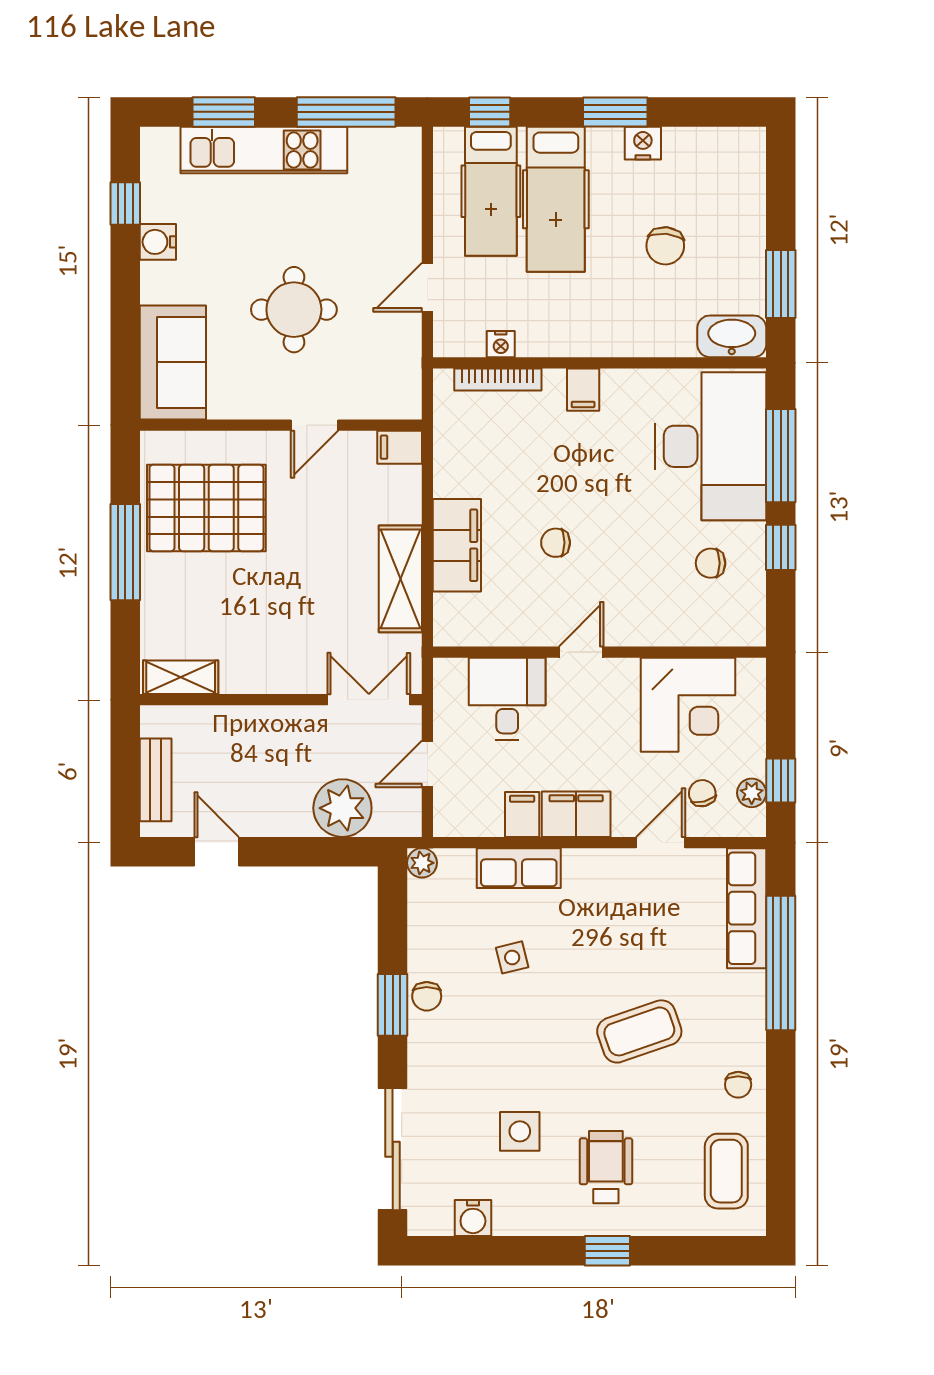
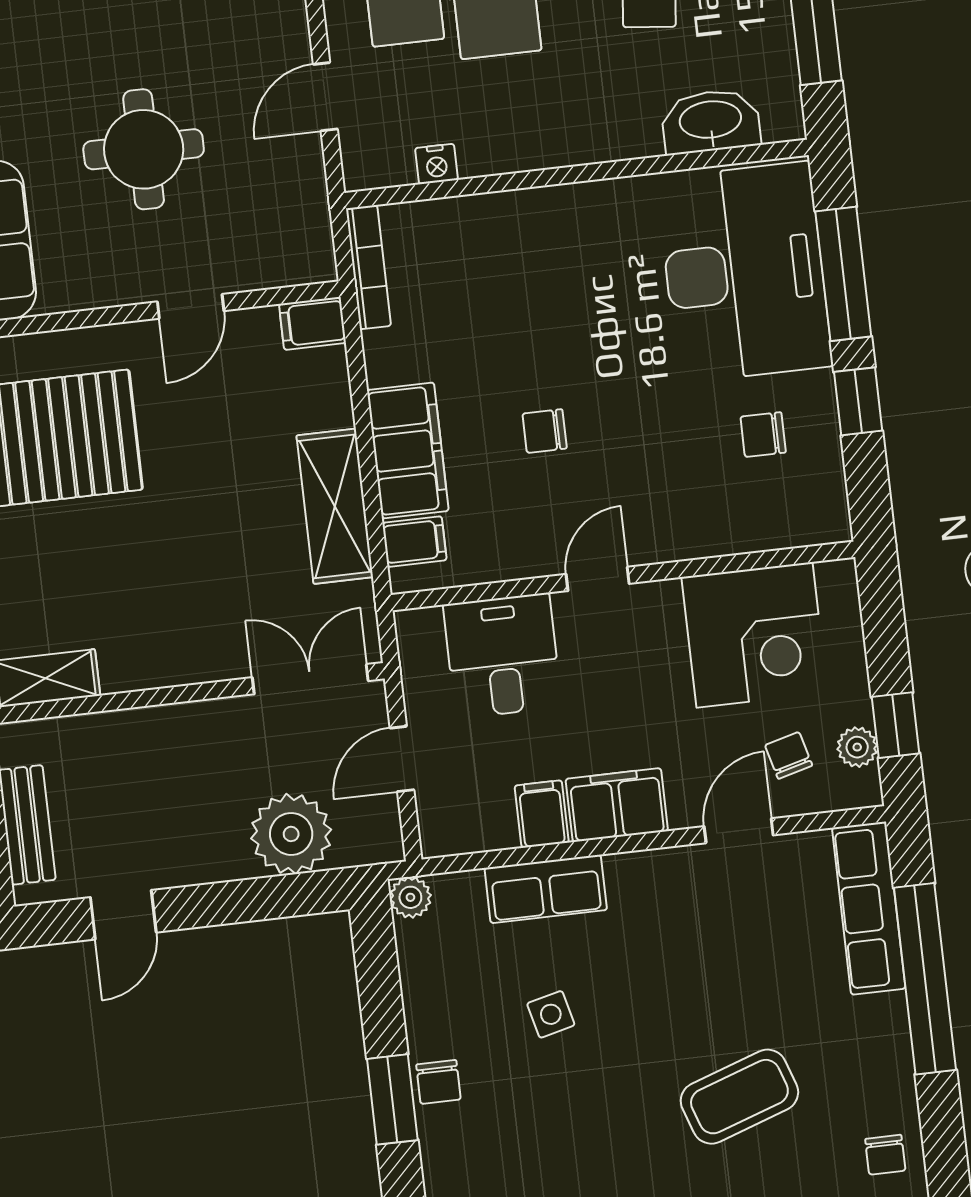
washbasin: (732, 336) -> (711, 121), moved
bookcase: (498, 379) -> (368, 267), moved, turned -90
filing cabinet: (583, 390) -> (414, 542), moved, turned -90
door: (217, 852) -> (123, 915), swing flipped

